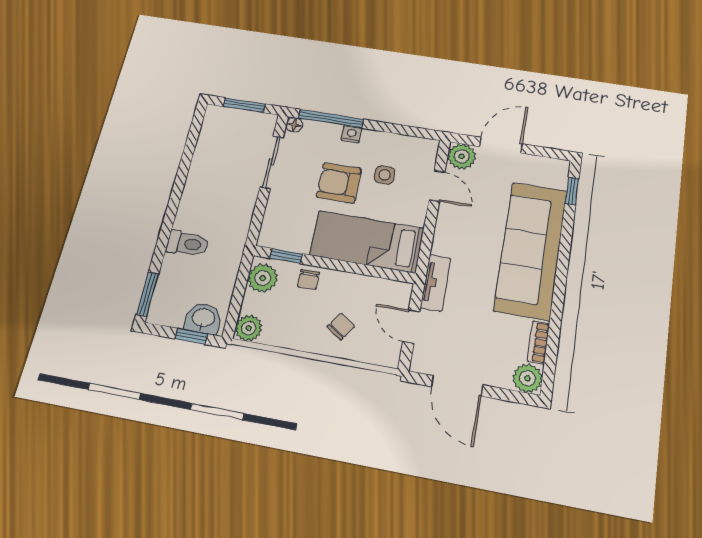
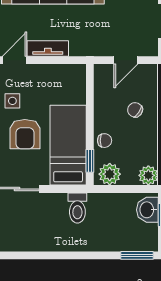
bed: (367, 242) -> (68, 145), moved, turned 180
toilet: (187, 244) -> (77, 208), moved, turned 180
tv unit: (435, 283) -> (48, 48), moved

